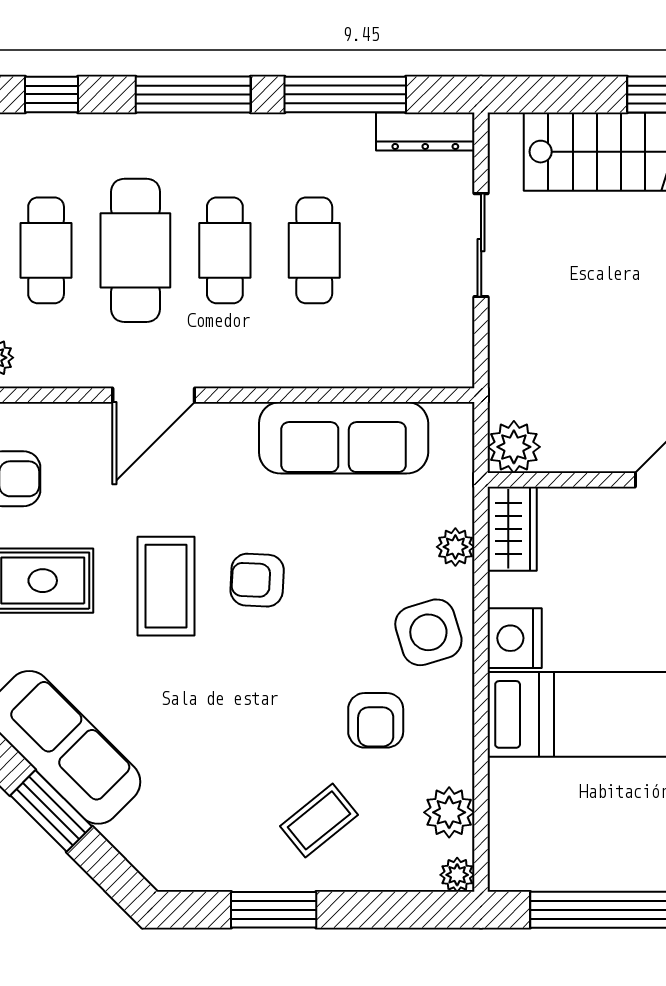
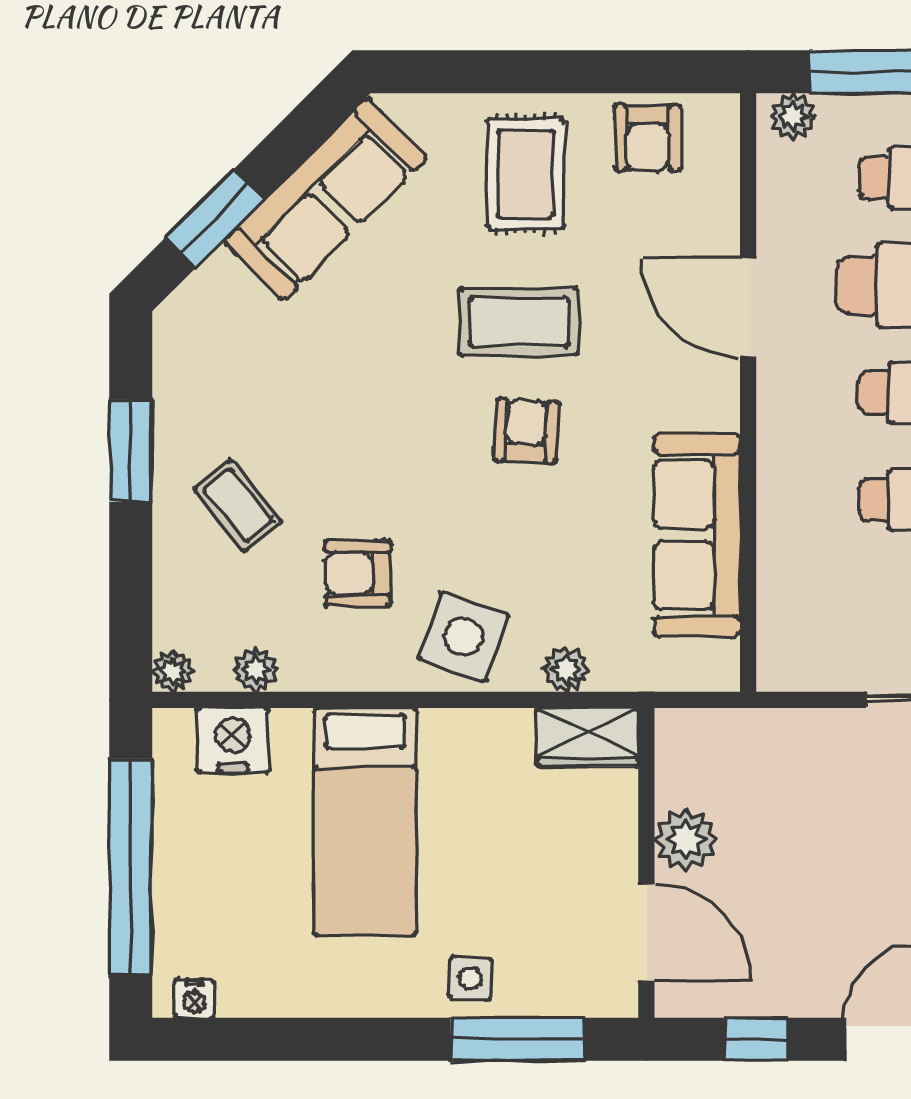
plant: (514, 447) -> (686, 840), moved
side table: (428, 632) -> (464, 637), turned 36
nightstand: (515, 638) -> (233, 740), moved
window: (51, 811) -> (215, 218), moved
plant: (449, 812) -> (256, 670), width x0.73, depth x0.73

